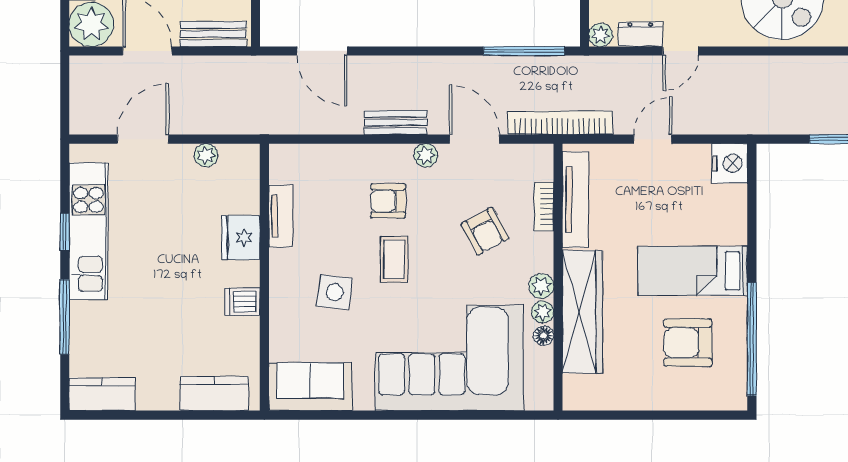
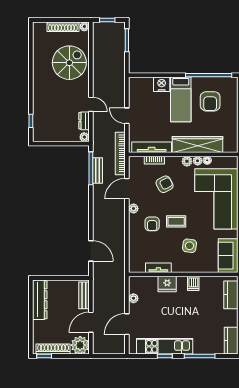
door: (322, 51) -> (91, 251), hinge flipped
bench: (396, 123) -> (98, 171), moved
door: (143, 139) -> (127, 324), hinge flipped
nightstand: (730, 163) -> (162, 84), moved

